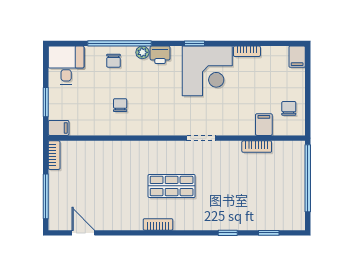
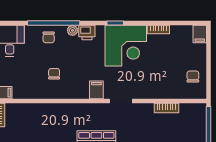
filing cabinet: (264, 125) -> (96, 90), moved

